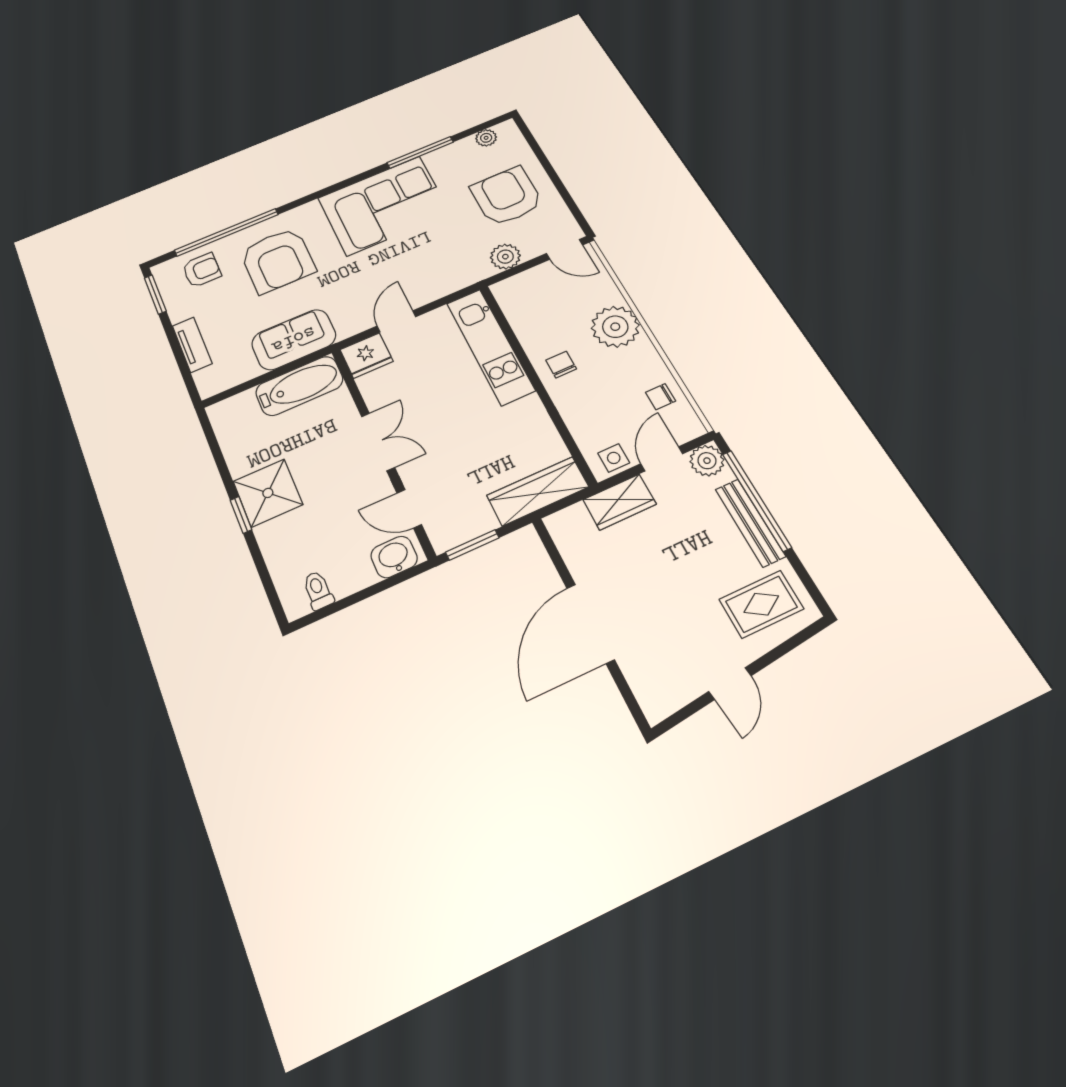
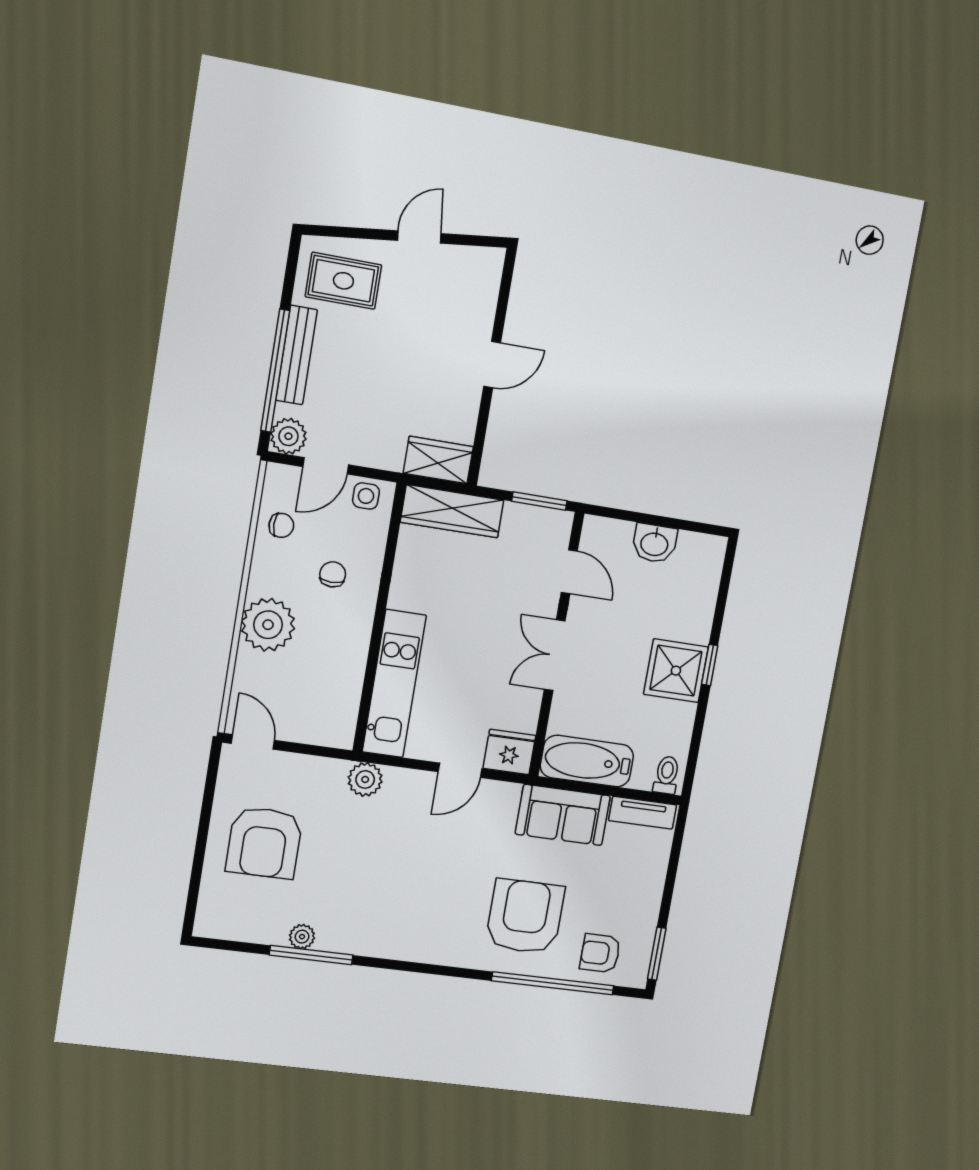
plant: (486, 138) -> (302, 937), moved
corner sofa: (384, 205) -> (388, 913), removed
plant: (505, 257) -> (365, 779), moved
tv unit: (192, 345) -> (643, 813), moved, turned -90
chair: (561, 365) -> (333, 574), moved, turned 180
wardrobe: (620, 502) -> (438, 460), moved
washbasin: (394, 557) -> (655, 543), moved
toilet: (318, 590) -> (667, 775), moved, turned 180
door: (590, 624) -> (492, 365), width x0.53

